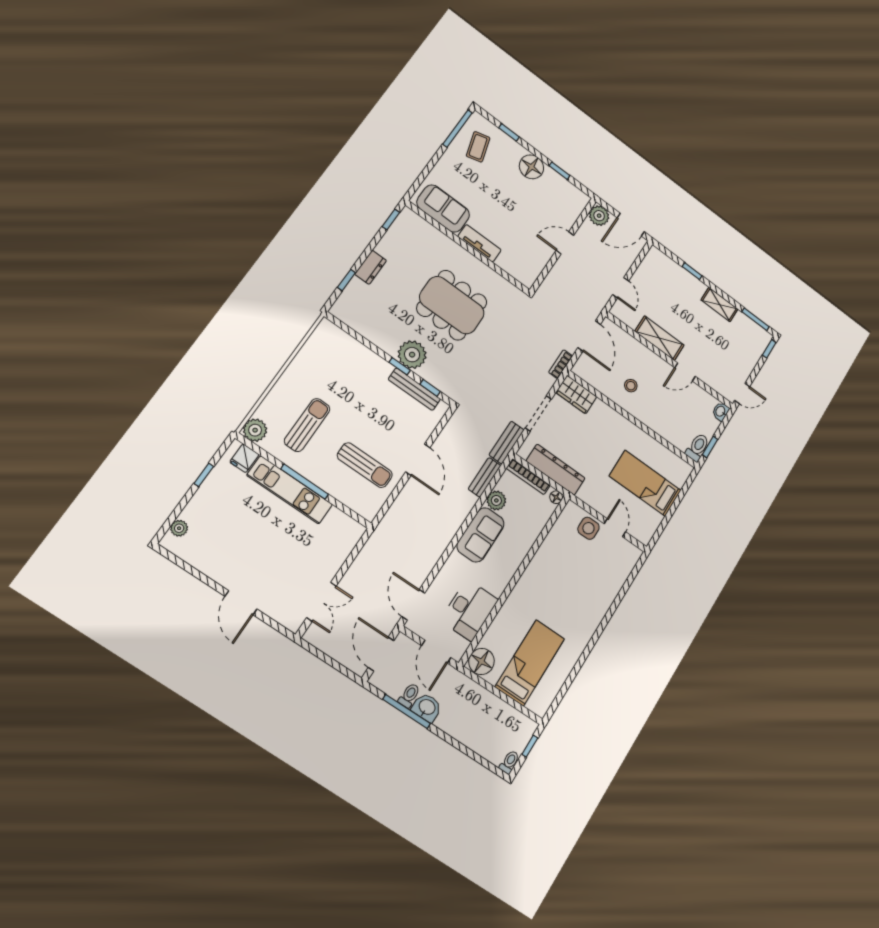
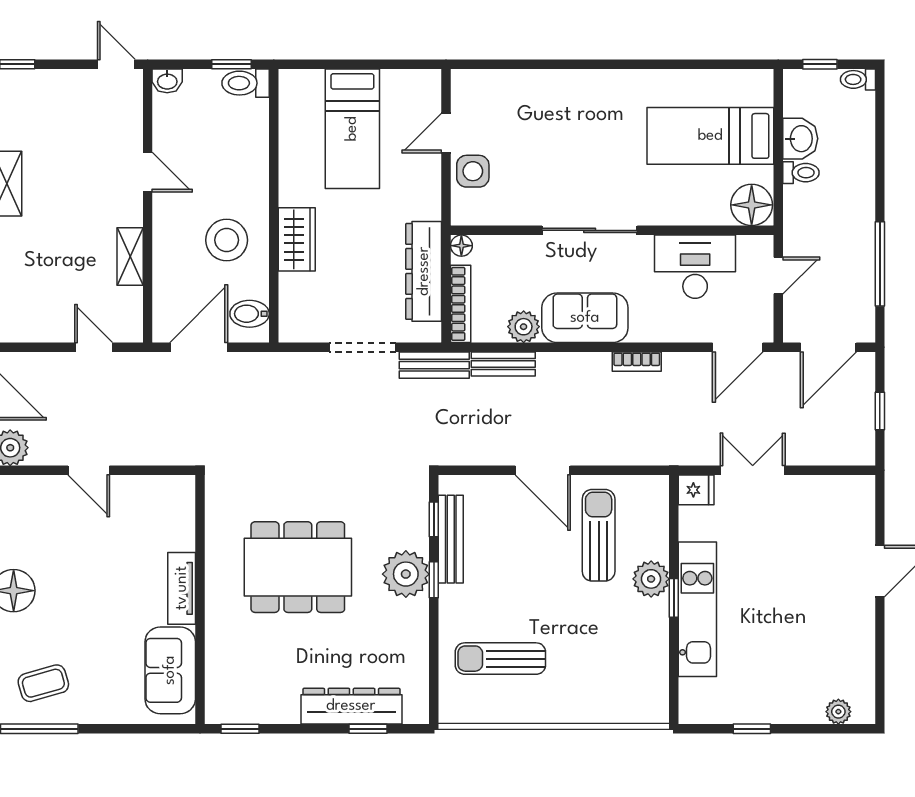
dresser: (371, 267) -> (351, 706), width x1.96, depth x1.24
door: (621, 288) -> (94, 347), hinge flipped
dining table: (452, 305) -> (298, 567), turned 90
shelving: (659, 338) -> (130, 257), width x0.67, depth x0.75
bookcase: (561, 364) -> (637, 362), moved
bidet: (589, 371) -> (250, 314), added
stool: (631, 386) -> (227, 240), width x1.89, depth x1.89
wardrobe: (576, 395) -> (297, 239), moved
sun lounger: (307, 425) -> (500, 659), moved
plant: (255, 430) -> (651, 579), moved
fridge: (244, 458) -> (696, 490), moved
door: (418, 460) -> (543, 470), swing flipped
window: (305, 482) -> (674, 598), width x0.46
sliding door: (522, 567) -> (590, 230), added
double door: (321, 602) -> (753, 470), moved
door: (436, 652) -> (778, 276), width x0.73
window: (328, 660) -> (880, 411), added
toilet: (409, 695) -> (801, 173), moved, turned 180
washbasin: (427, 707) -> (800, 139), moved, turned 180

